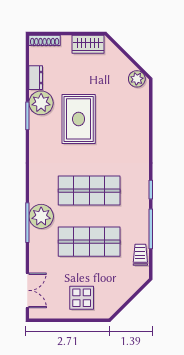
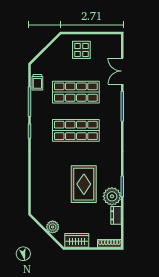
plant: (137, 79) -> (53, 227), moved
plant: (41, 216) -> (112, 111), removed
double door: (27, 290) -> (122, 71), moved

